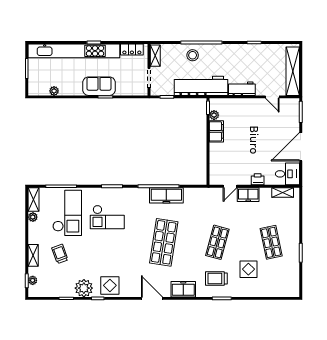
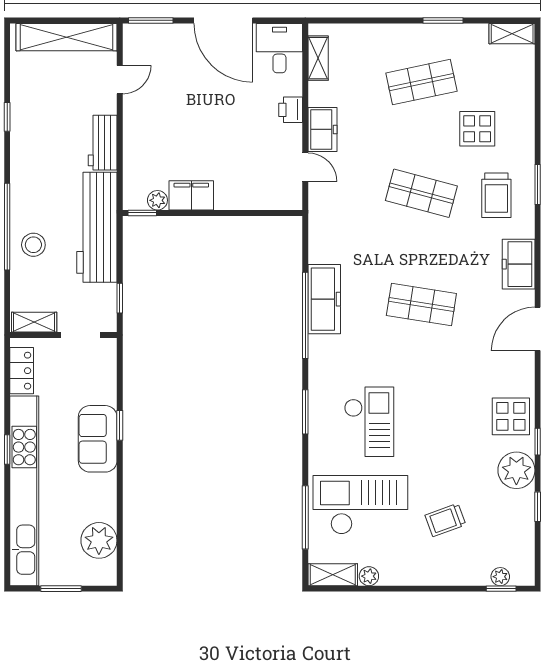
plant: (54, 91) -> (99, 540), width x1.88, depth x1.88
shop shelf: (164, 242) -> (421, 305), width x0.70, depth x0.74
shelving: (33, 255) -> (512, 34), moved

